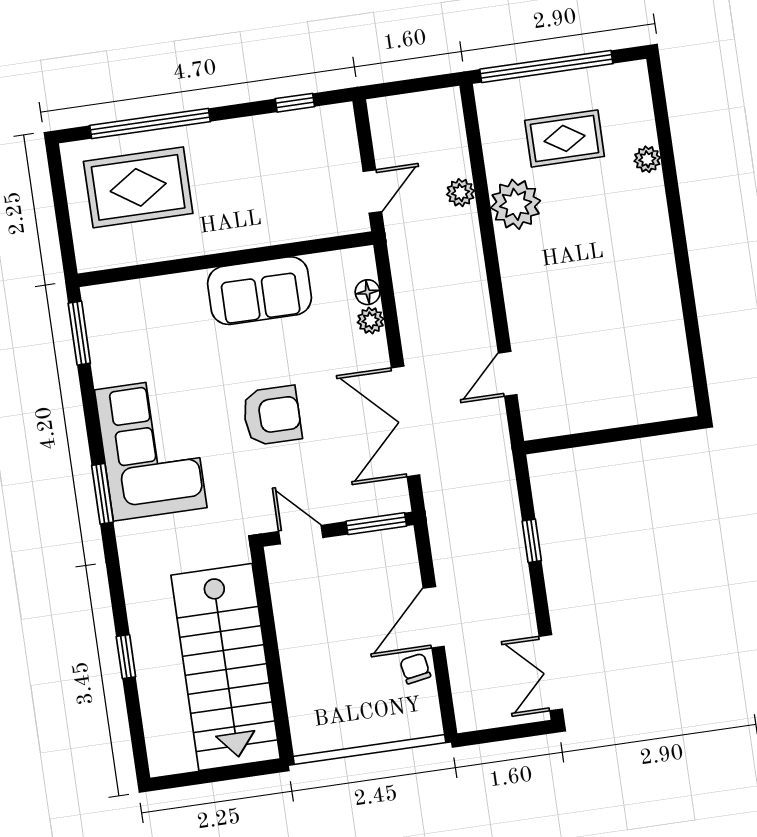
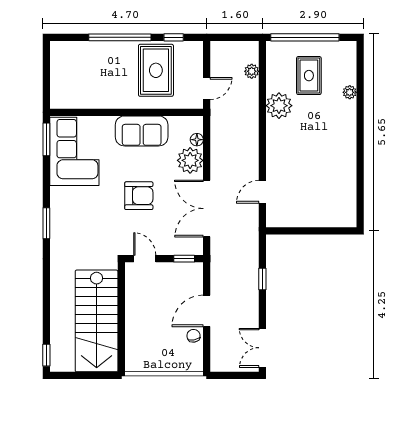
window: (150, 124) -> (120, 37), moved
rug: (565, 138) -> (309, 76), turned 90
rug: (138, 187) -> (156, 70), moved, turned 90
plant: (461, 193) -> (252, 71), moved
plant: (371, 321) -> (190, 160), width x1.87, depth x1.87
corner sofa: (151, 449) -> (74, 151), moved
window: (376, 524) -> (184, 259), width x0.67
window: (126, 657) -> (46, 355), moved

